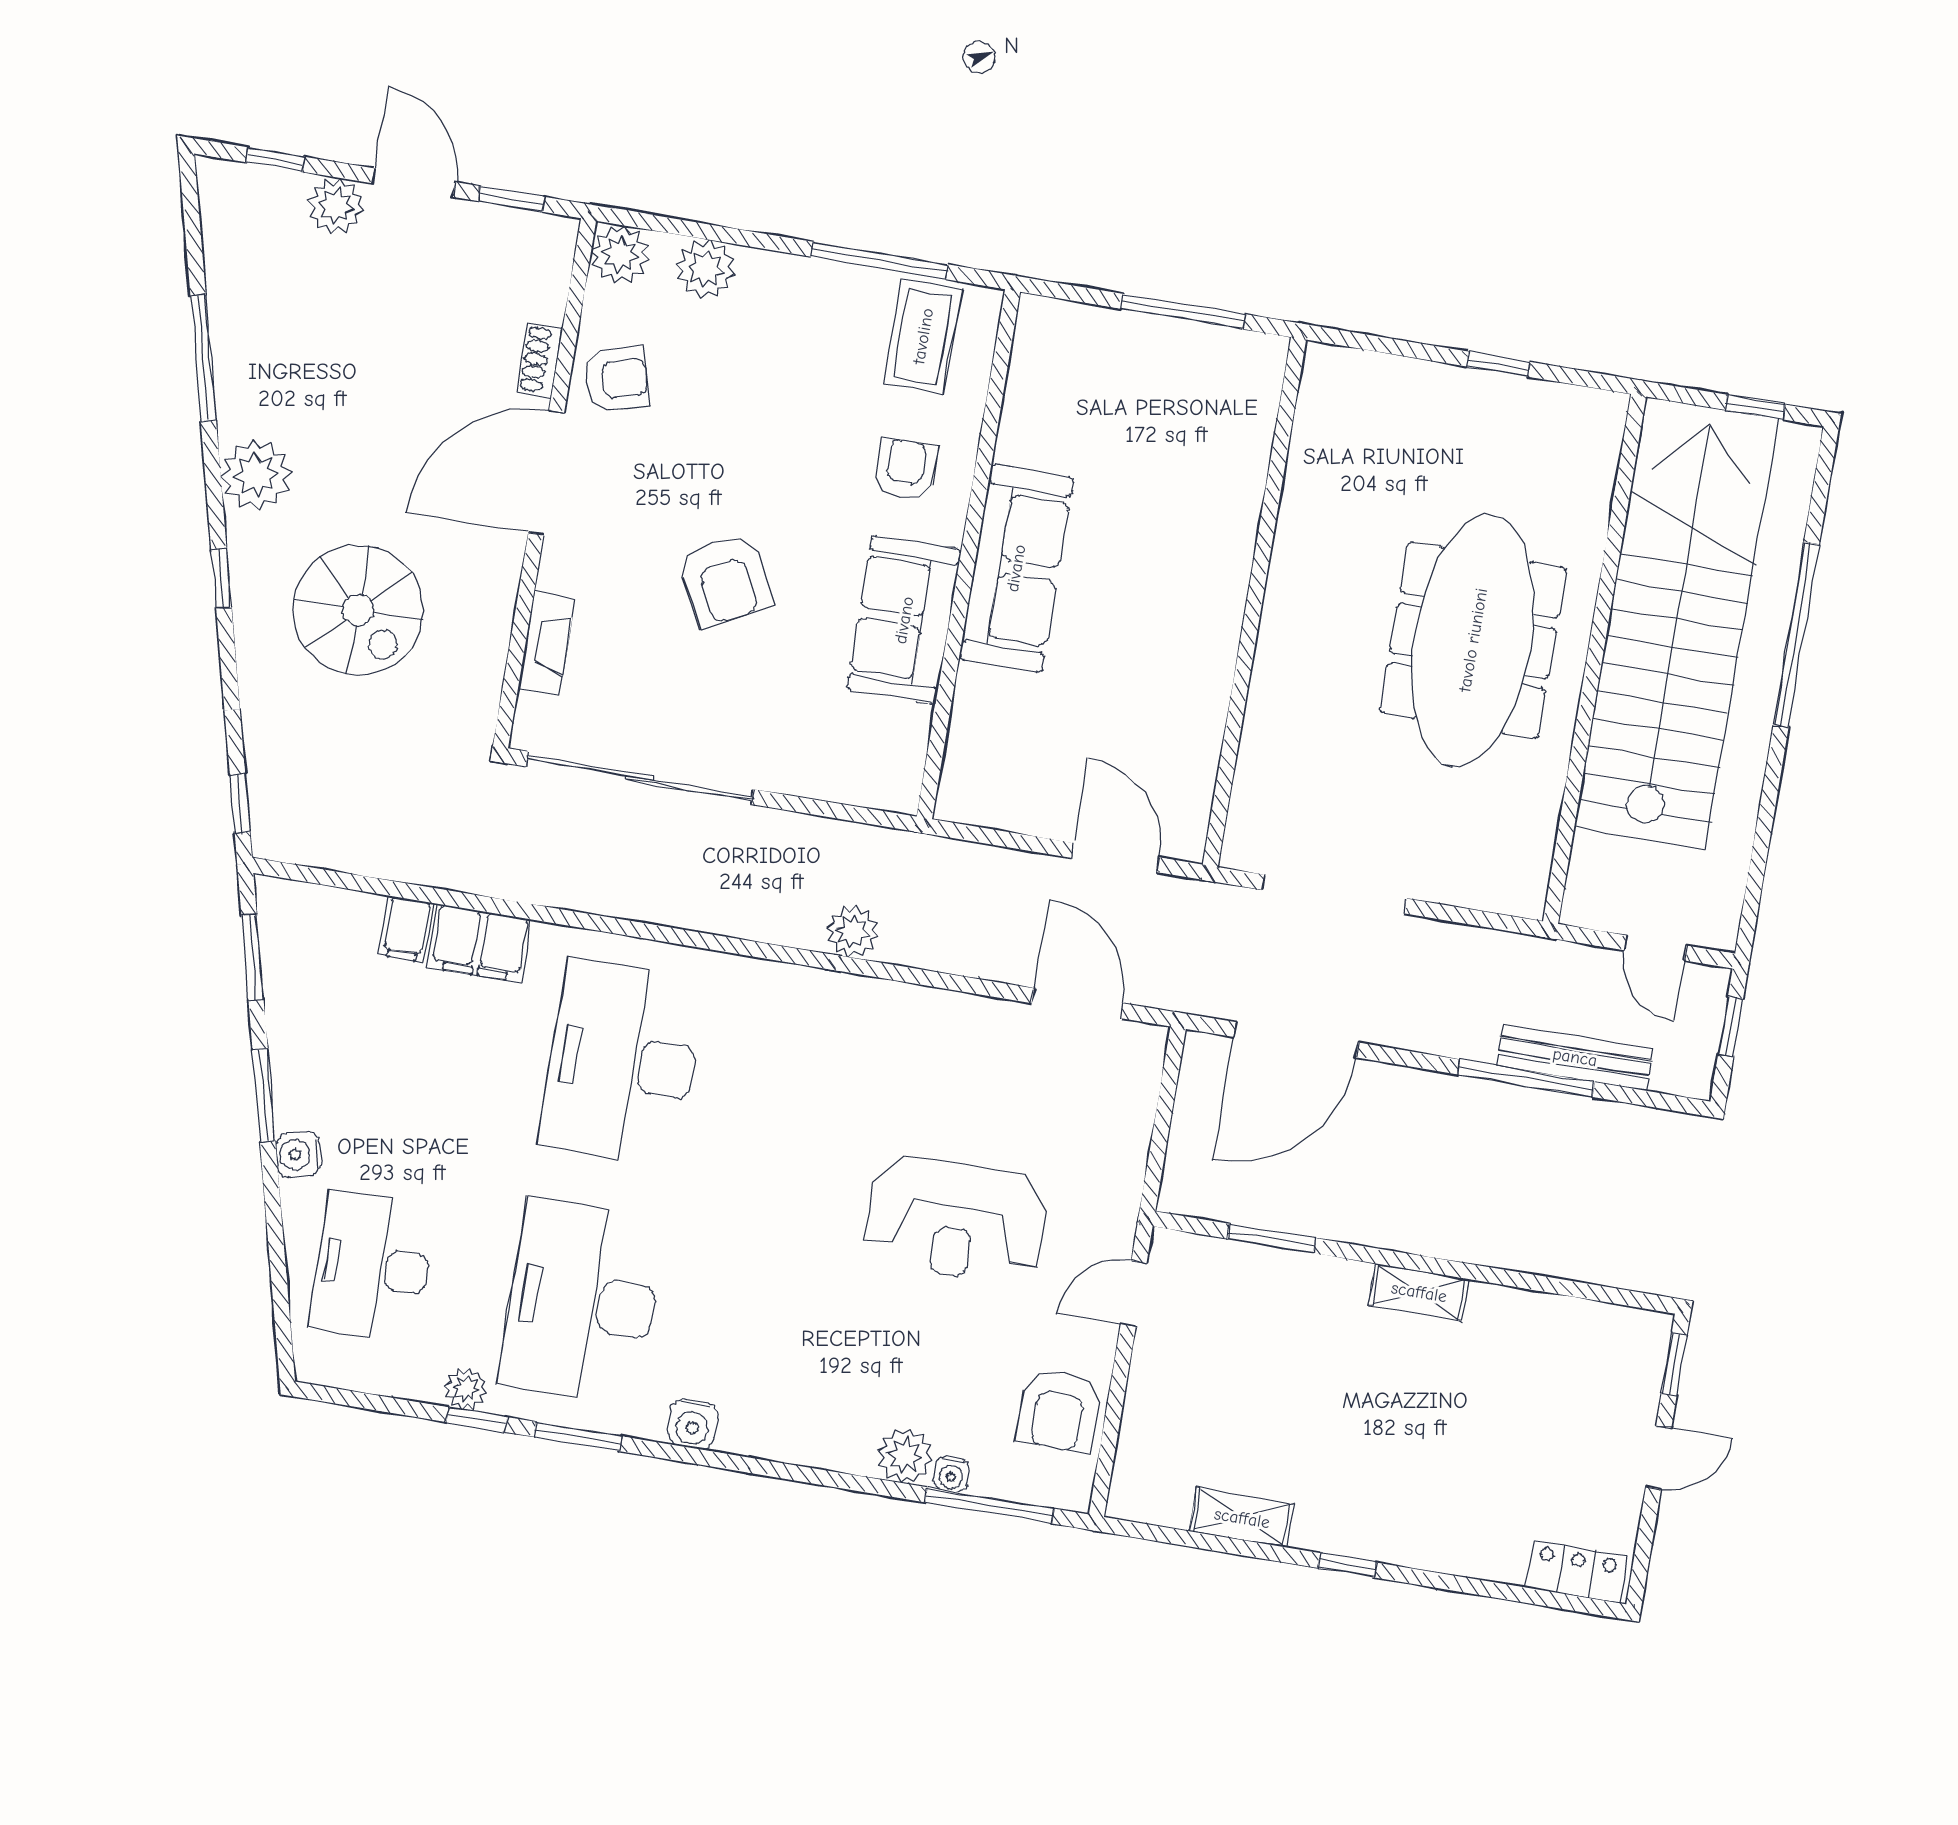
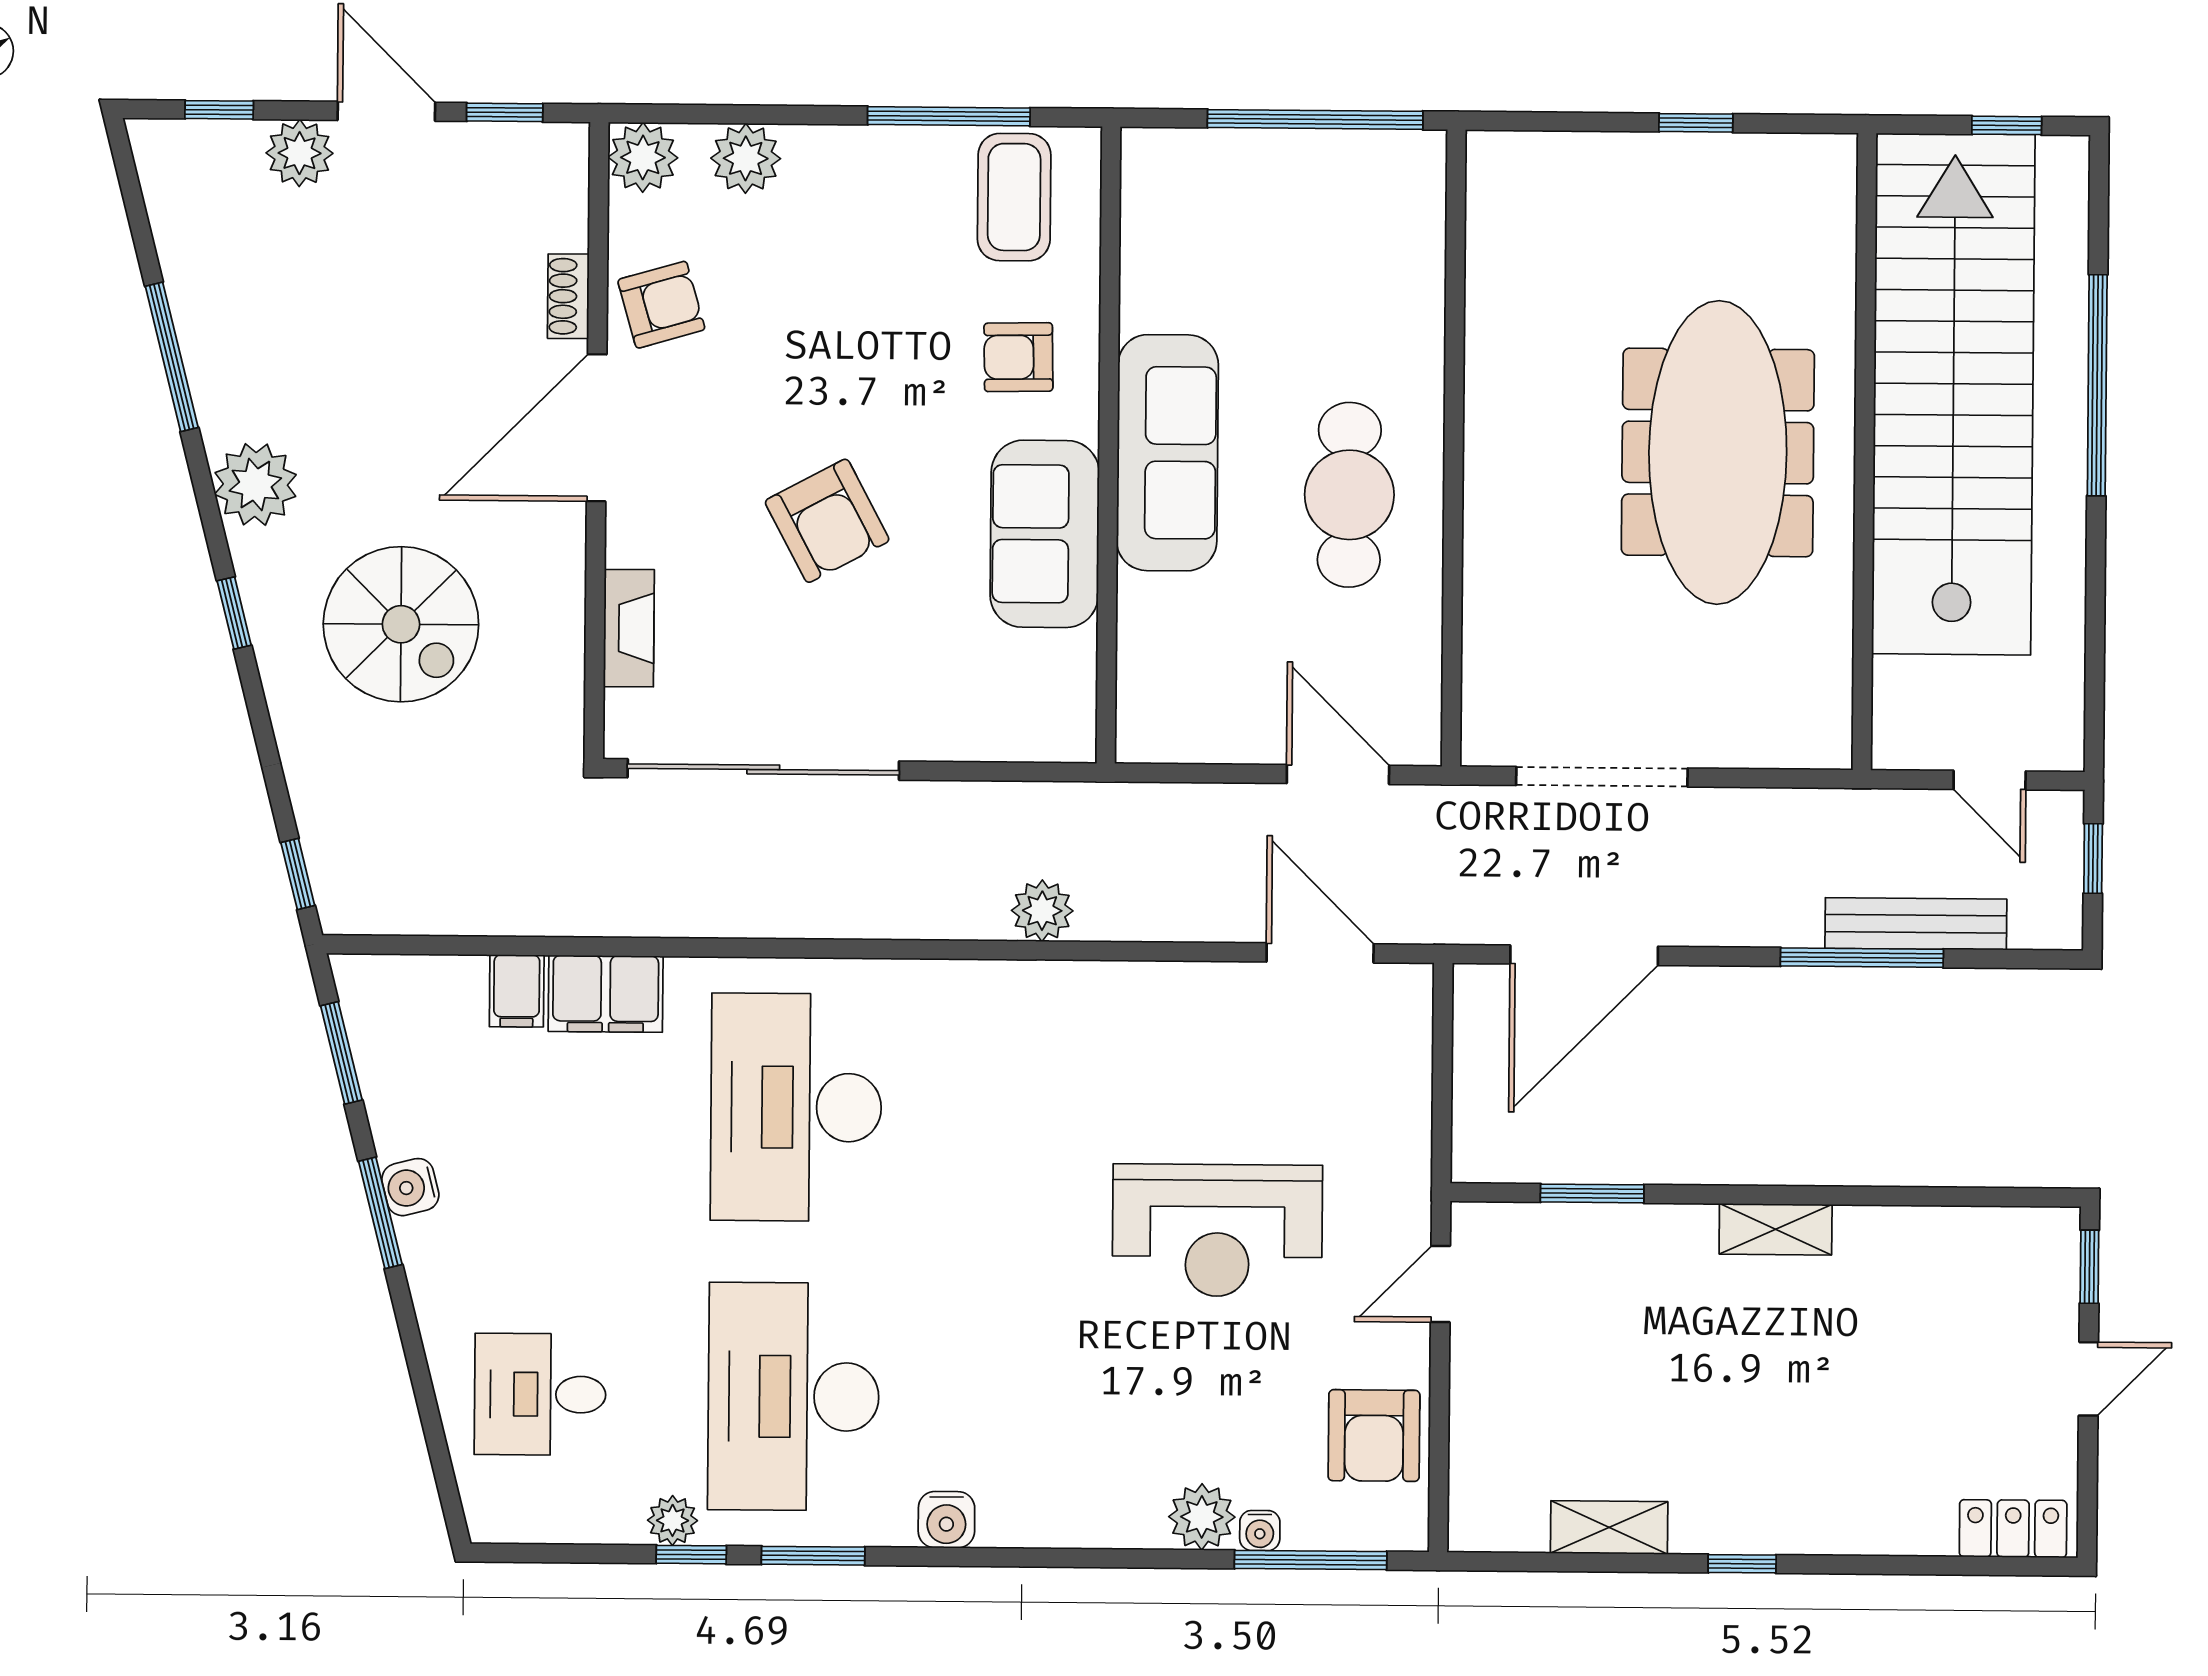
window: (1183, 311) -> (1315, 119), width x1.46
armchair: (905, 470) -> (1018, 357), turned -91
cafe table: (1162, 627) -> (1349, 495), added
water cooler: (298, 1154) -> (410, 1187), moved
desk: (372, 1267) -> (540, 1394), width x0.73

